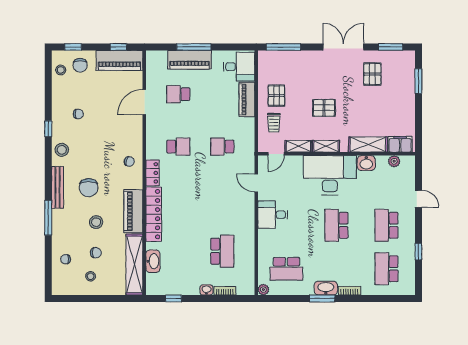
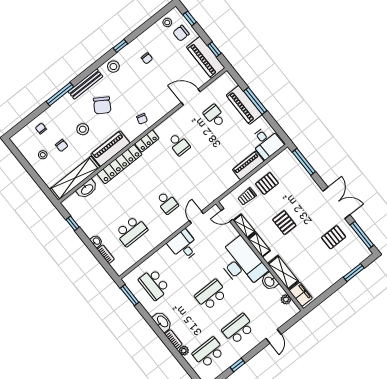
window: (391, 47) -> (362, 235), width x1.44
school desk: (222, 147) -> (167, 203), moved, turned 180
chair: (89, 188) -> (102, 105), turned -58
plant: (263, 290) -> (184, 351), moved
window: (322, 298) -> (130, 295), moved

